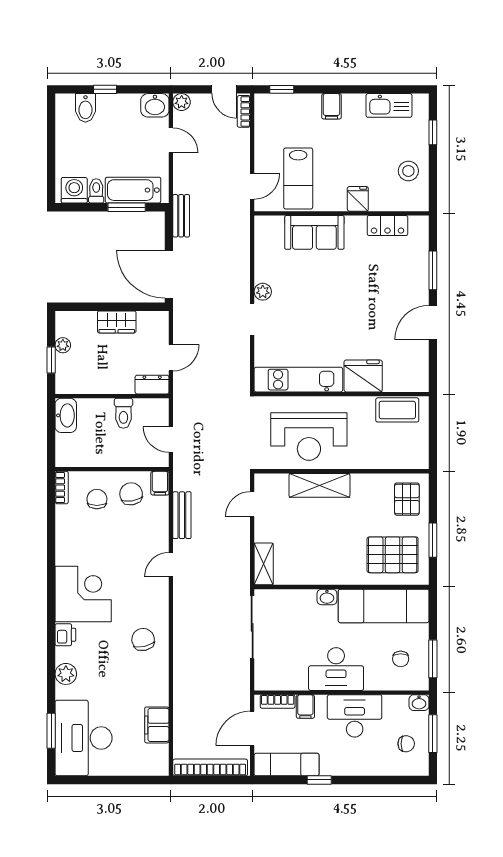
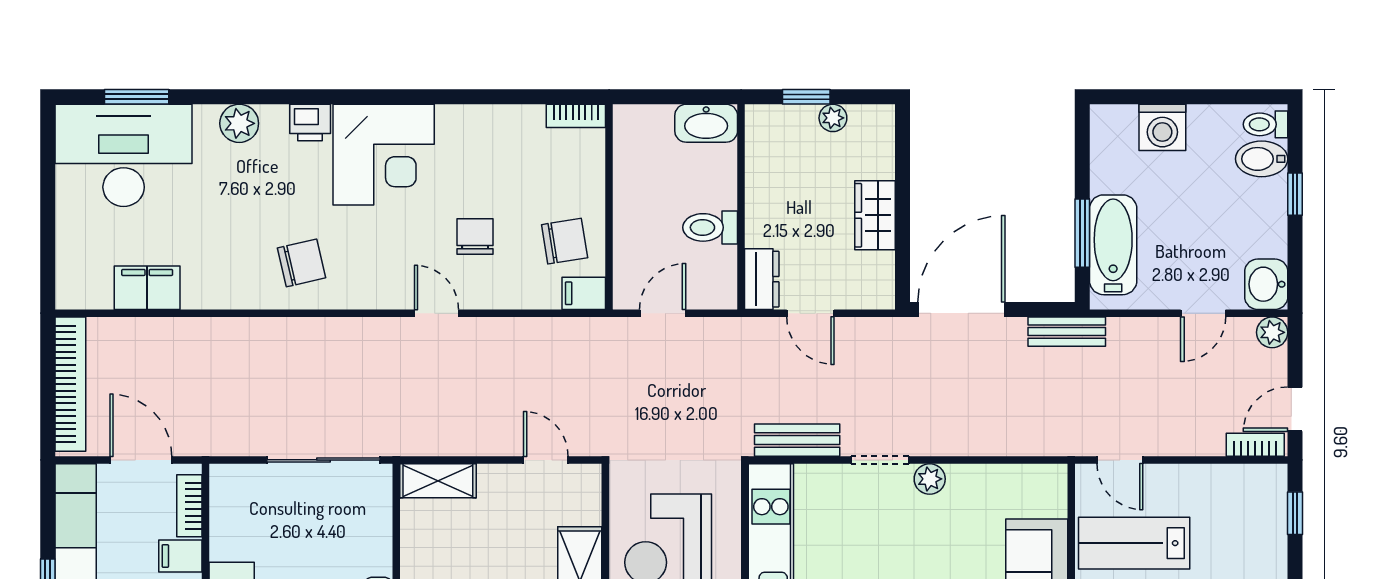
washing machine: (74, 190) -> (1162, 127), moved, turned 90
toilet: (96, 191) -> (1266, 124), moved, turned 180
chair: (97, 499) -> (475, 236), moved, turned -90
bench: (182, 515) -> (797, 440), moved

